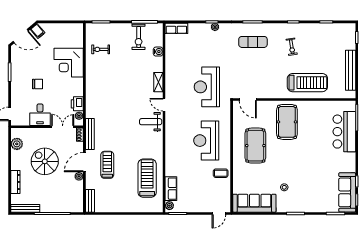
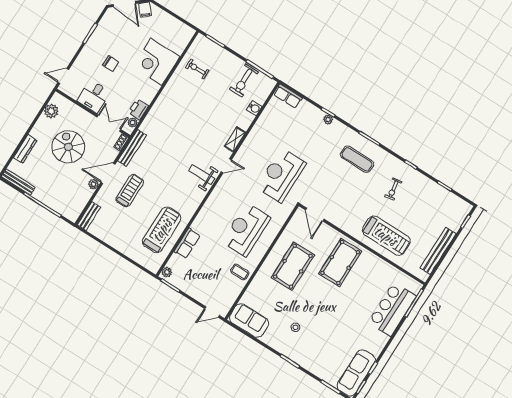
door: (164, 105) -> (226, 166), swing flipped
row of seats: (171, 189) -> (187, 243), moved
sofa: (254, 203) -> (249, 321), width x0.73

